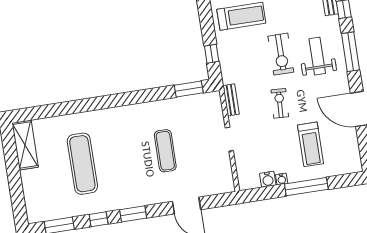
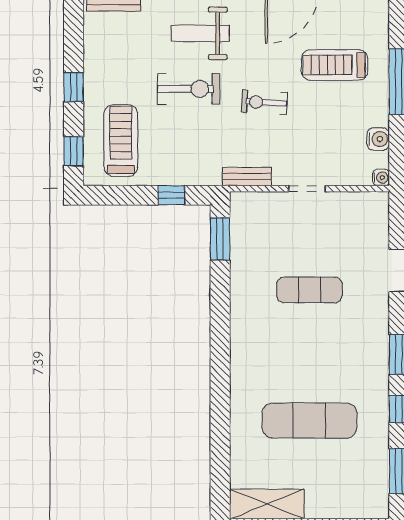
treadmill: (311, 144) -> (335, 65), turned 180
water cooler: (282, 179) -> (381, 178), moved

